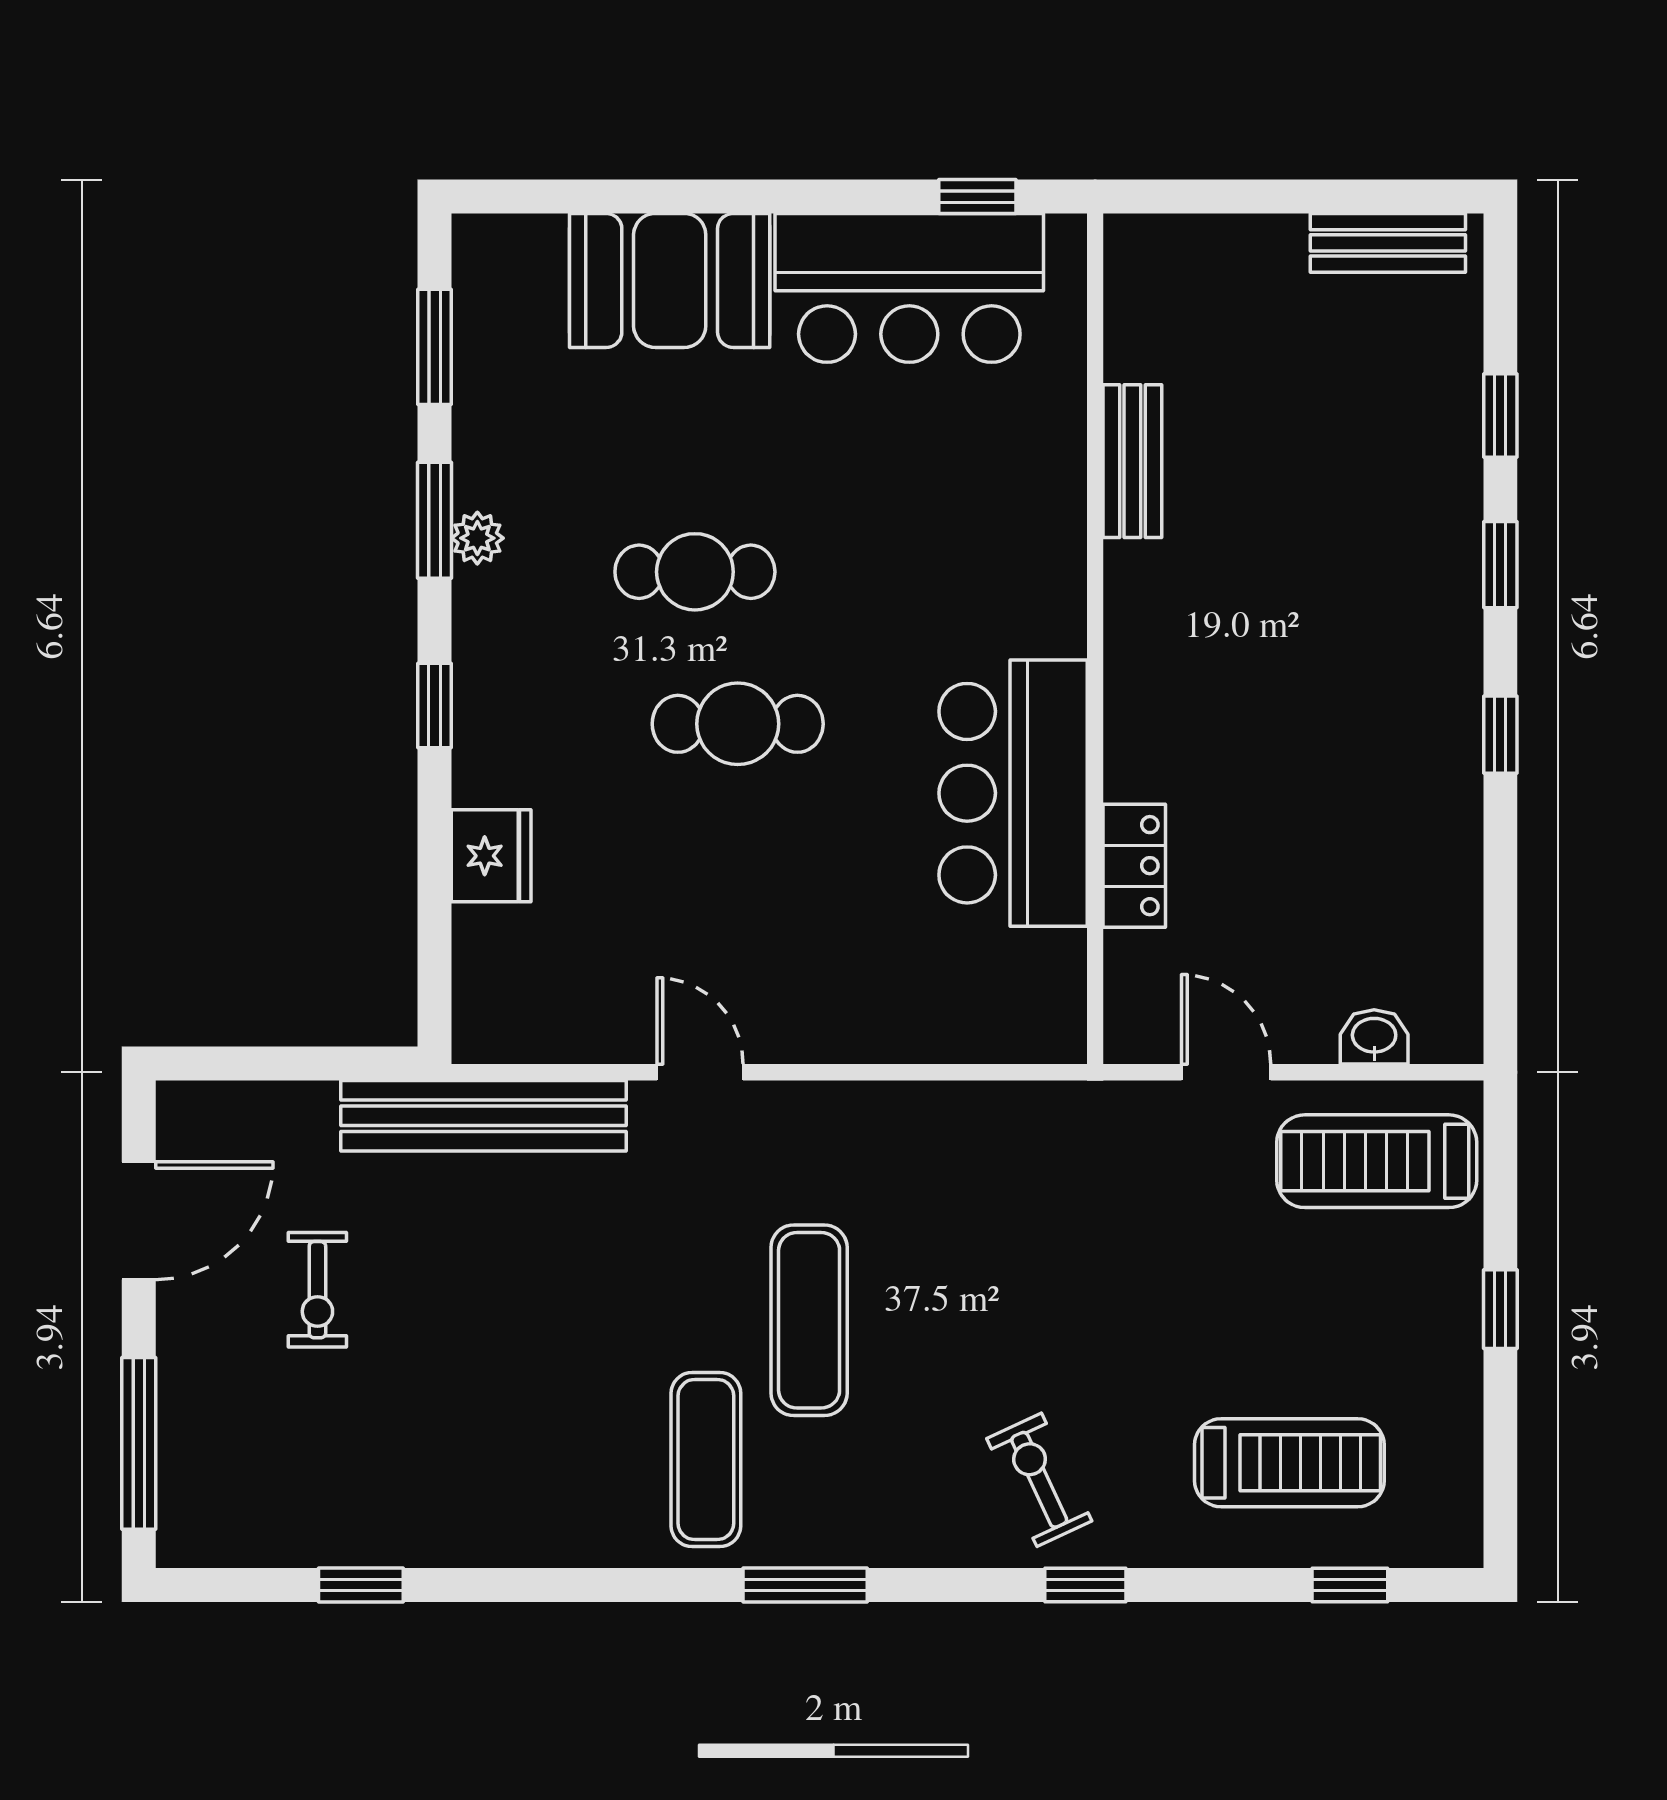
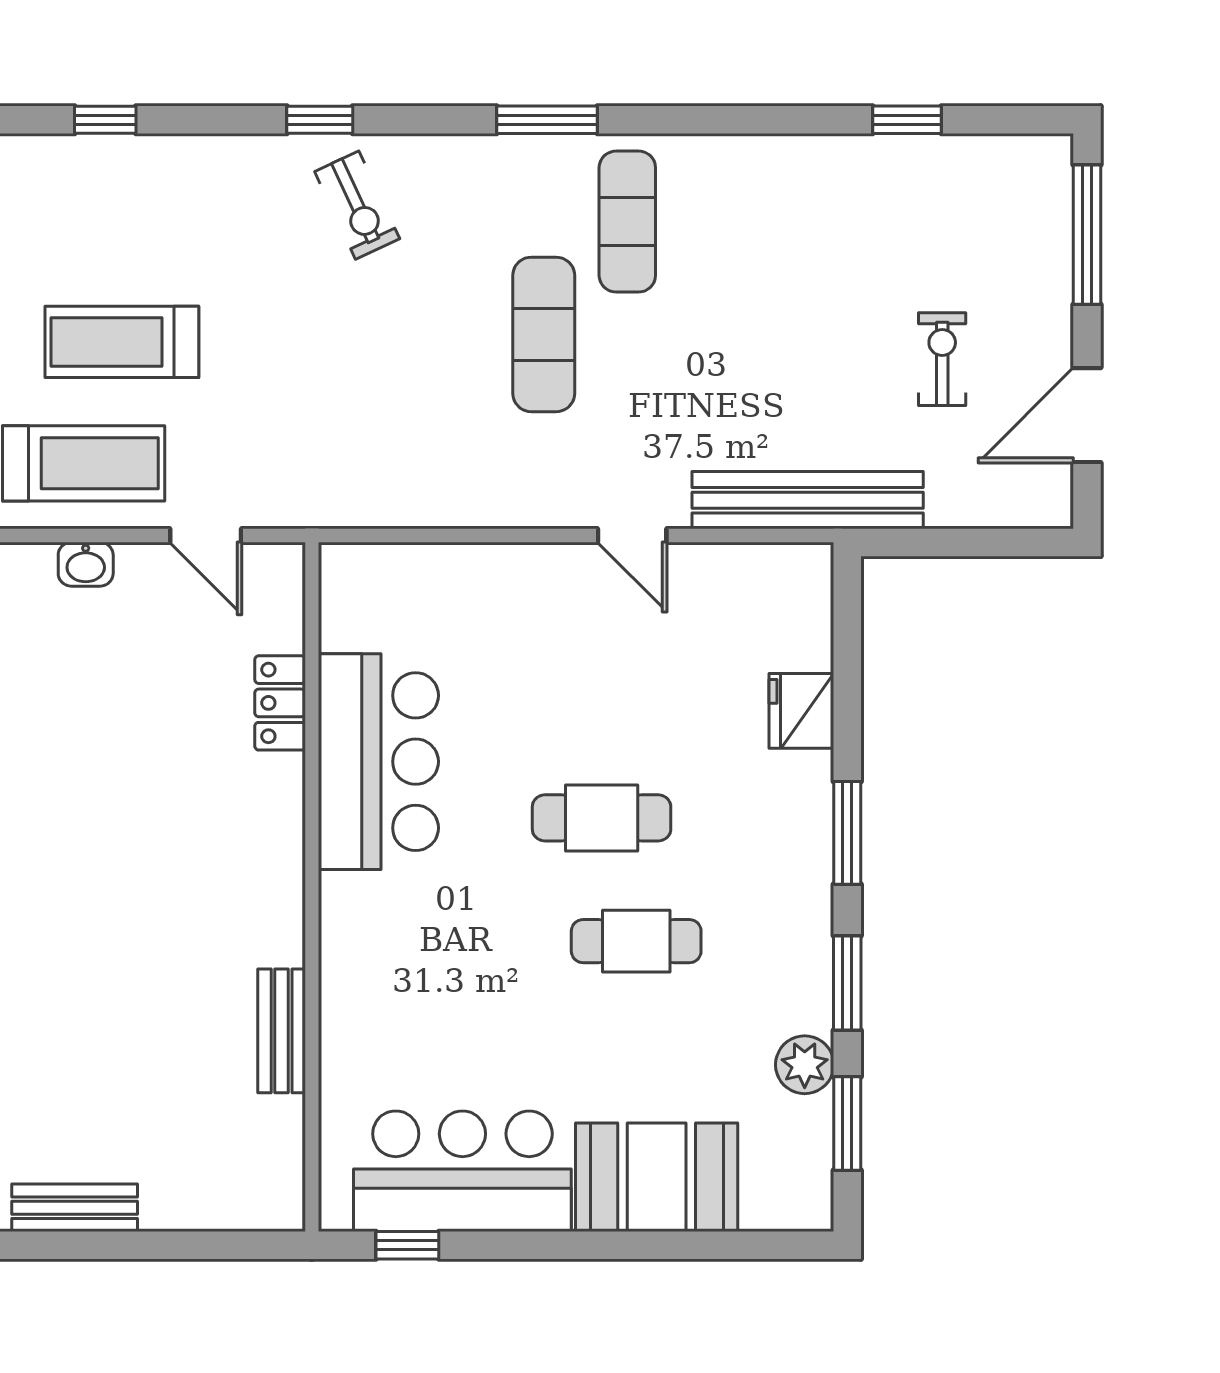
plant: (477, 538) -> (805, 1065), moved, width x1.38, depth x1.38
window: (434, 705) -> (847, 833), width x1.50
treadmill: (1289, 1463) -> (122, 342), moved

